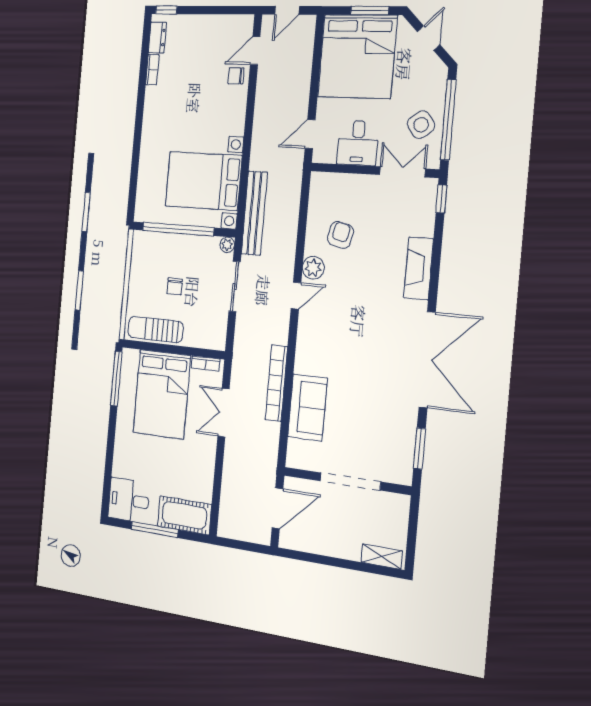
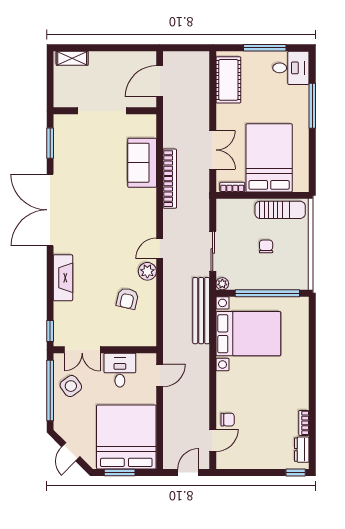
window: (116, 379) -> (312, 106), moved
cot: (184, 515) -> (228, 80), moved, turned 90

